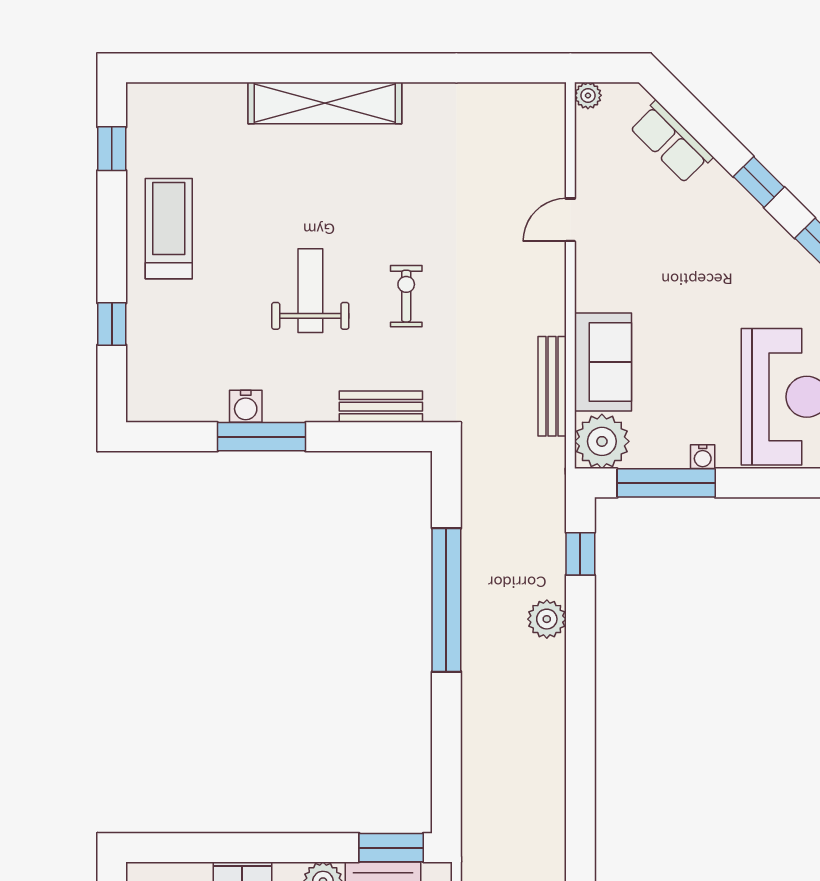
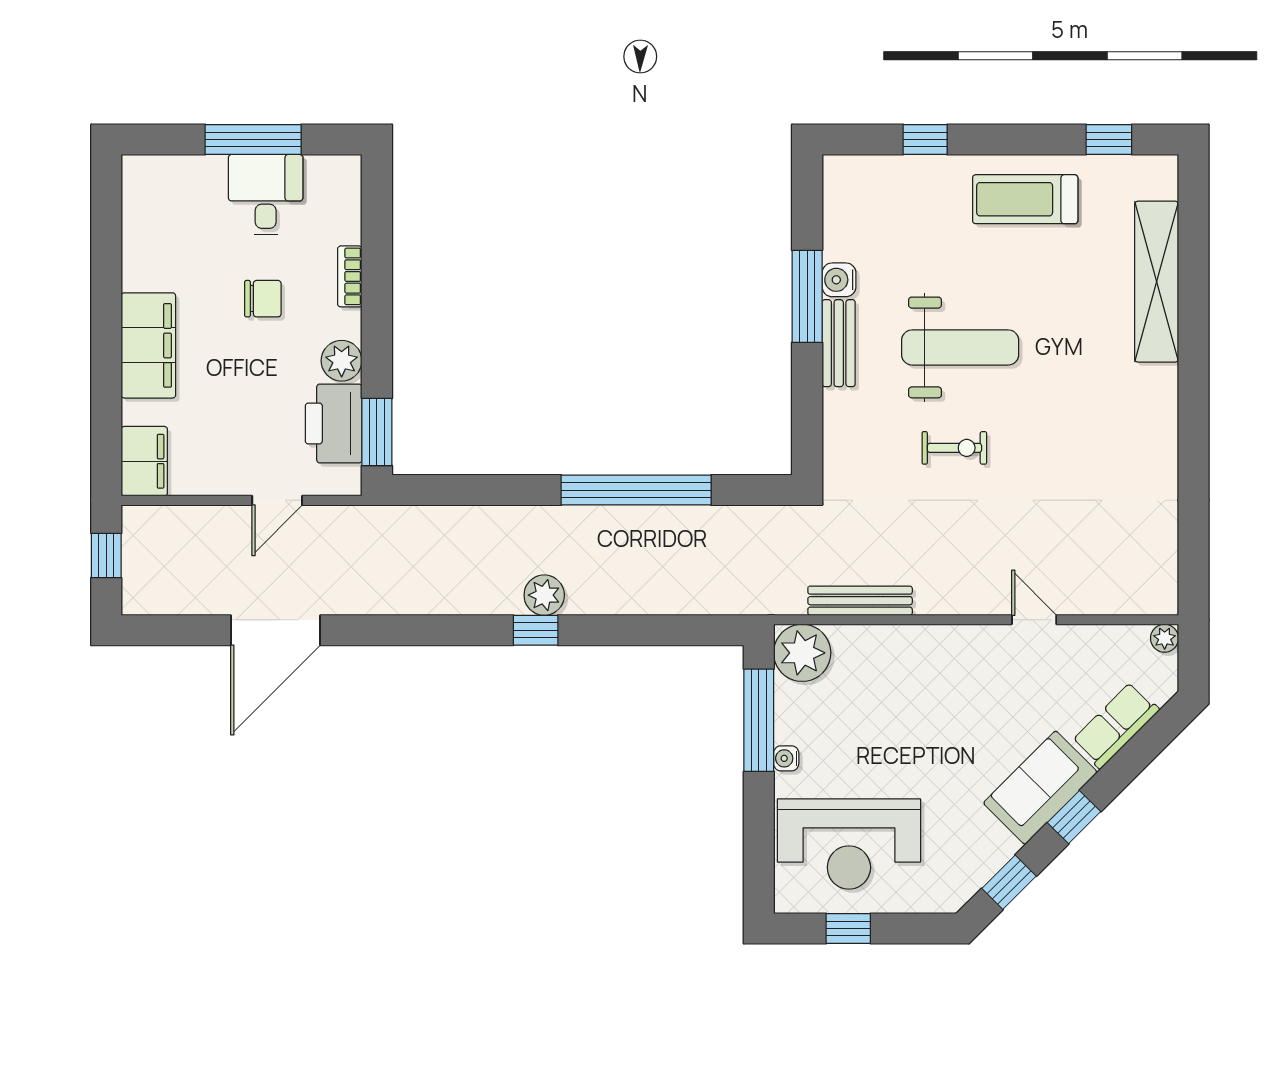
shelving: (325, 103) -> (1157, 282), moved
treadmill: (169, 229) -> (1025, 199), turned 180
weight bench: (310, 291) -> (960, 347), width x1.36, depth x1.33
sofa: (603, 362) -> (1040, 788), moved, turned 135
bench: (381, 407) -> (839, 343), moved
window: (580, 554) -> (536, 630), moved
plant: (547, 619) -> (544, 595), moved

